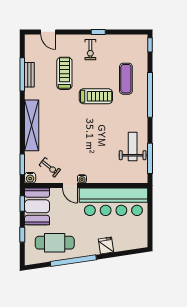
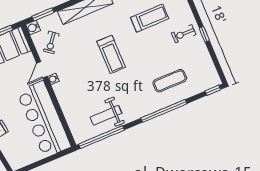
treadmill: (96, 96) -> (111, 54), moved
weight bench: (133, 146) -> (106, 115), turned 180
window: (150, 158) -> (102, 137), width x1.46

